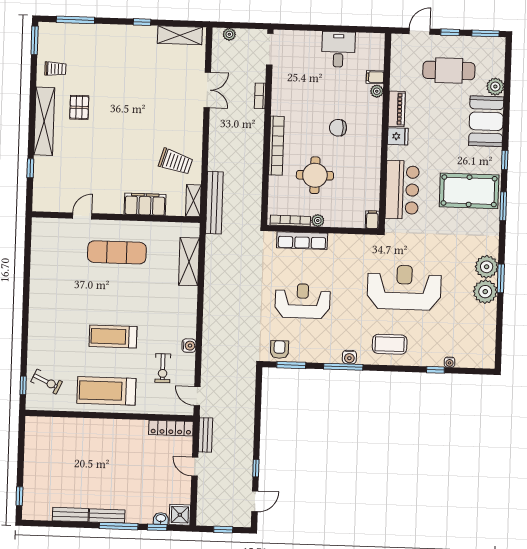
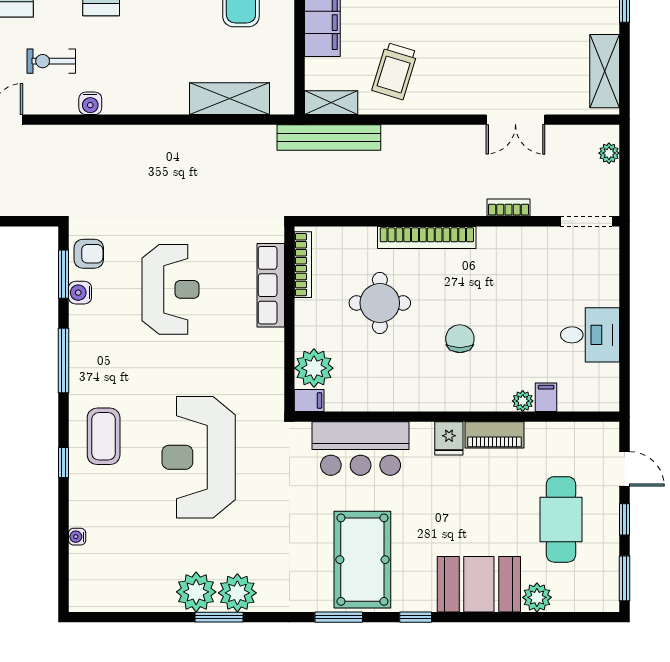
plant: (318, 221) -> (314, 368), moved, width x1.88, depth x1.88
reception desk: (404, 287) -> (199, 457), turned 180
water cooler: (349, 357) -> (80, 293), moved
window: (435, 370) -> (64, 462), moved

